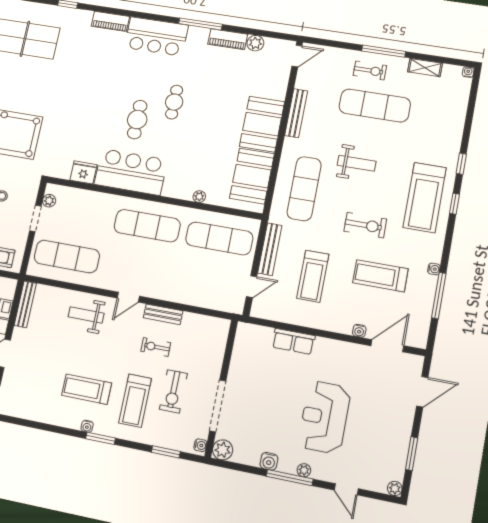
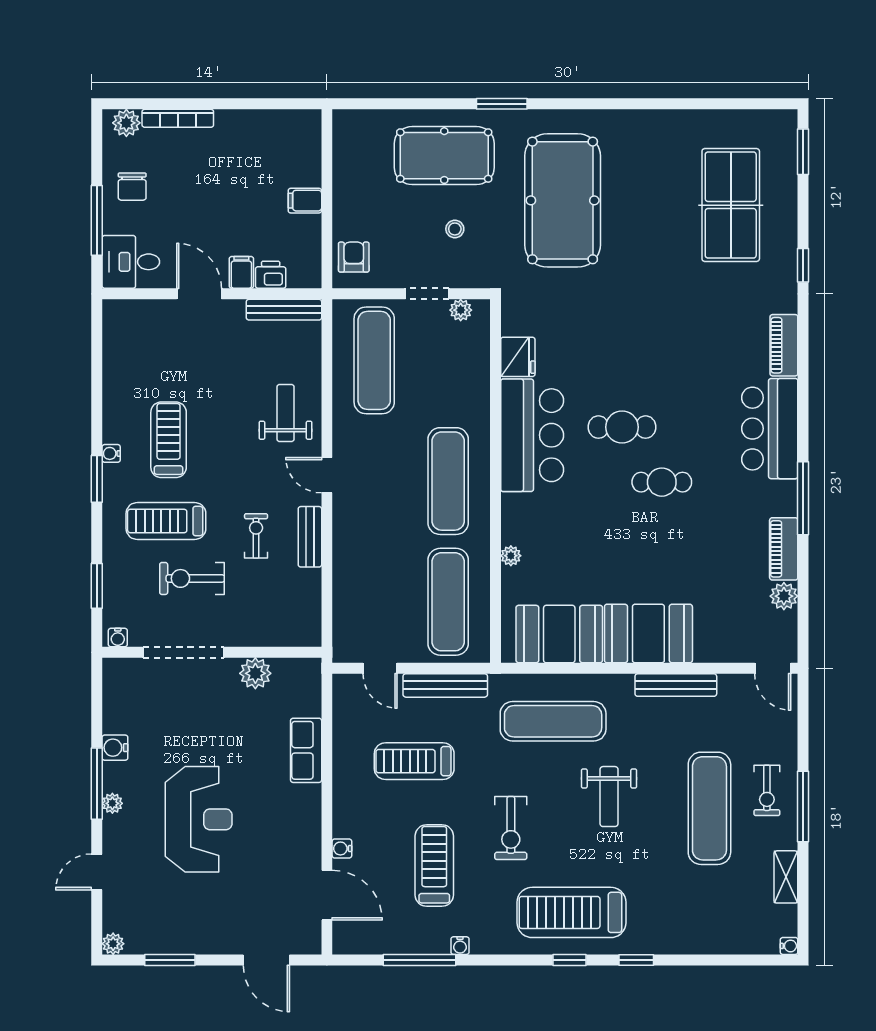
reception desk: (324, 417) -> (199, 819), turned 90
plant: (223, 450) -> (255, 673), moved

